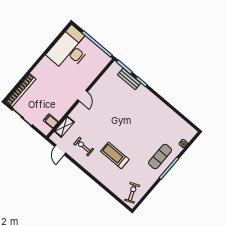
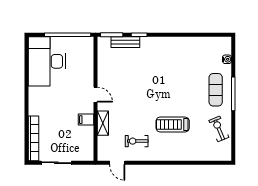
filing cabinet: (51, 121) -> (86, 120), moved
shelving: (64, 127) -> (103, 123), moved
exercise bike: (132, 193) -> (219, 129), moved

